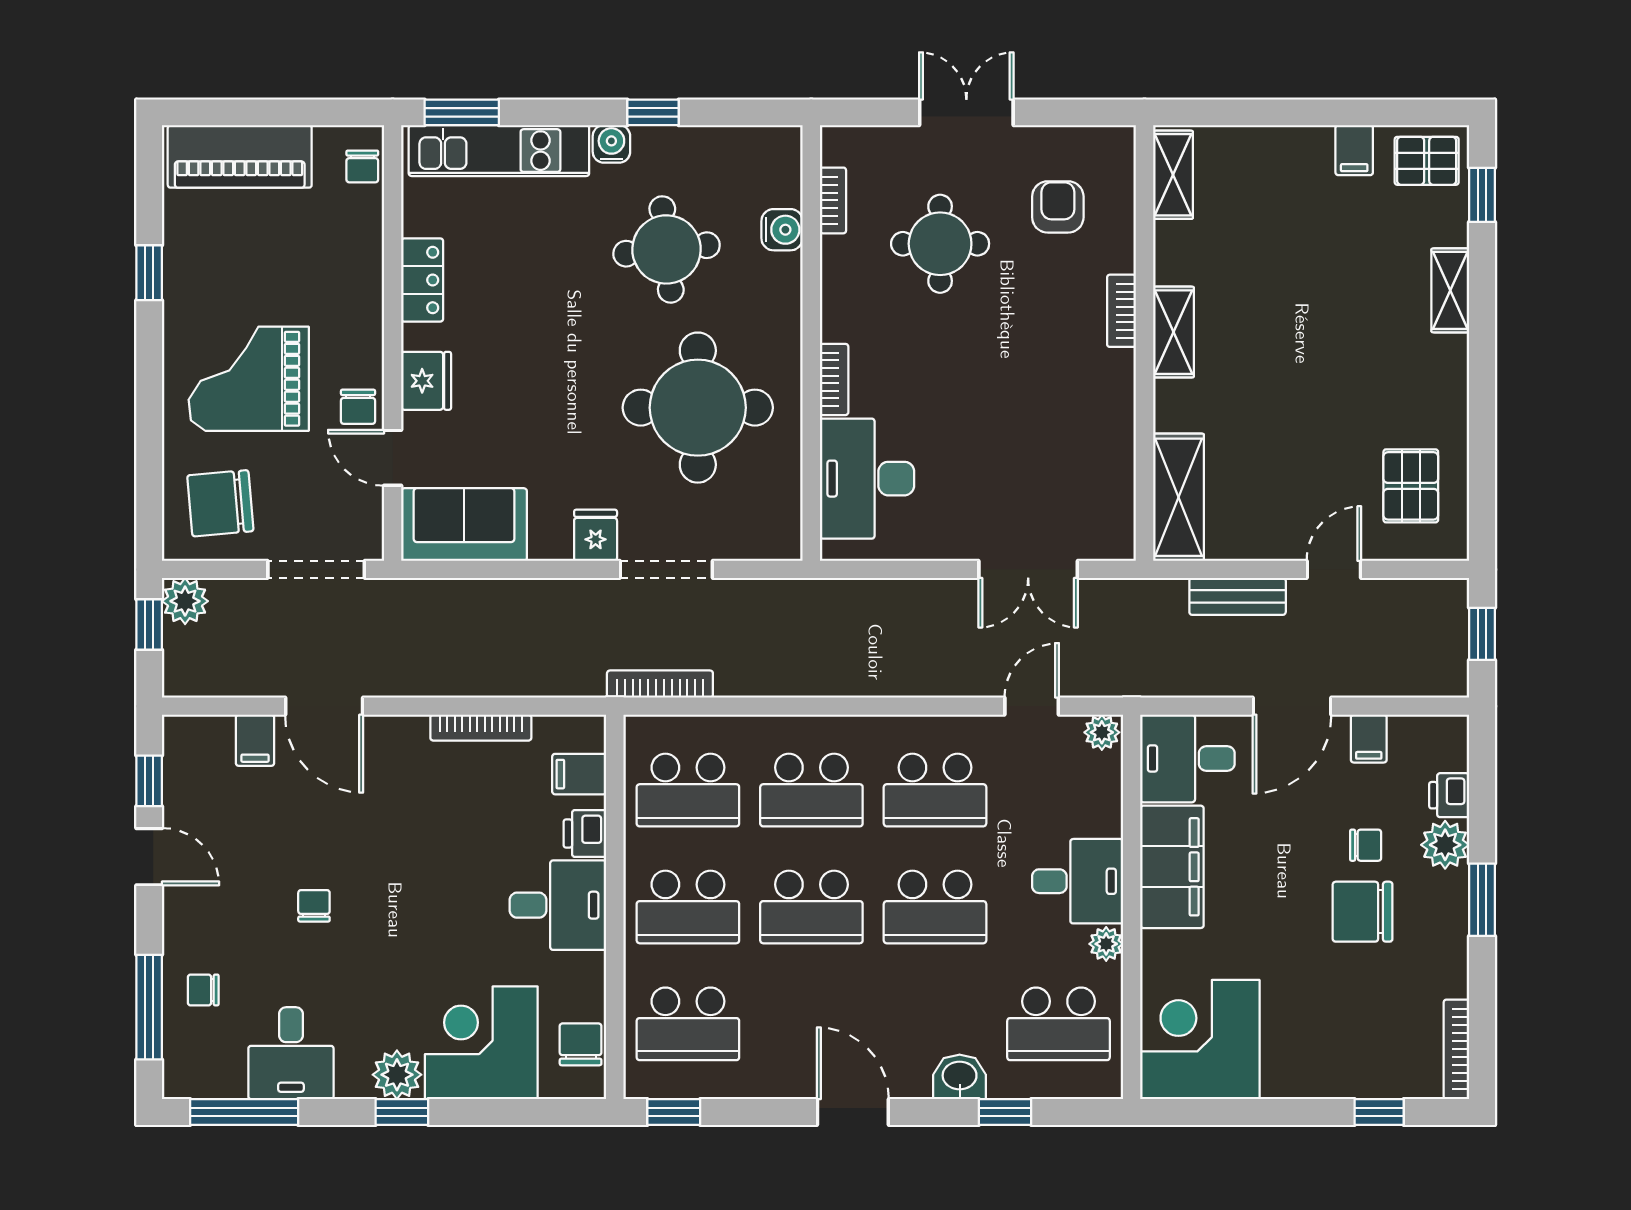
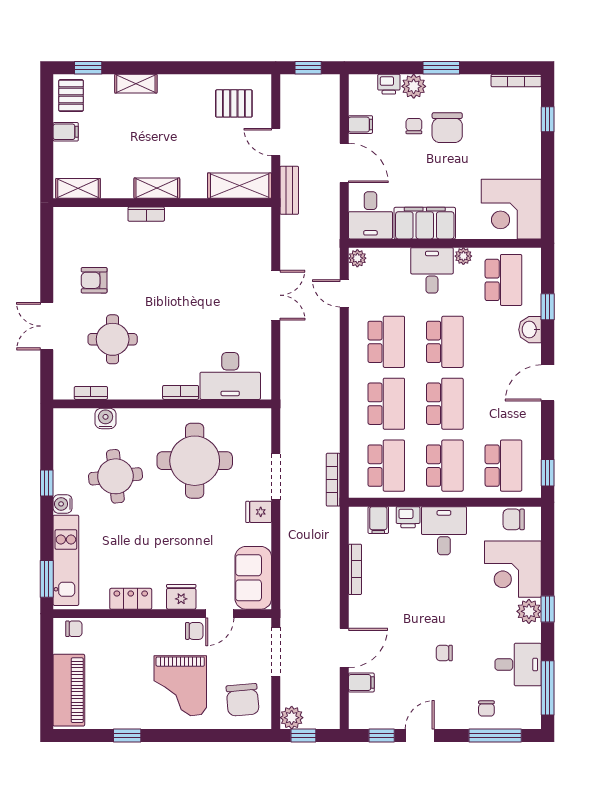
shelving: (1173, 175) -> (78, 188), moved
bookcase: (1121, 311) -> (146, 214), moved
shelving: (1173, 332) -> (157, 188), moved
wall: (1145, 343) -> (162, 203), moved
shelving: (1179, 497) -> (240, 186), moved

